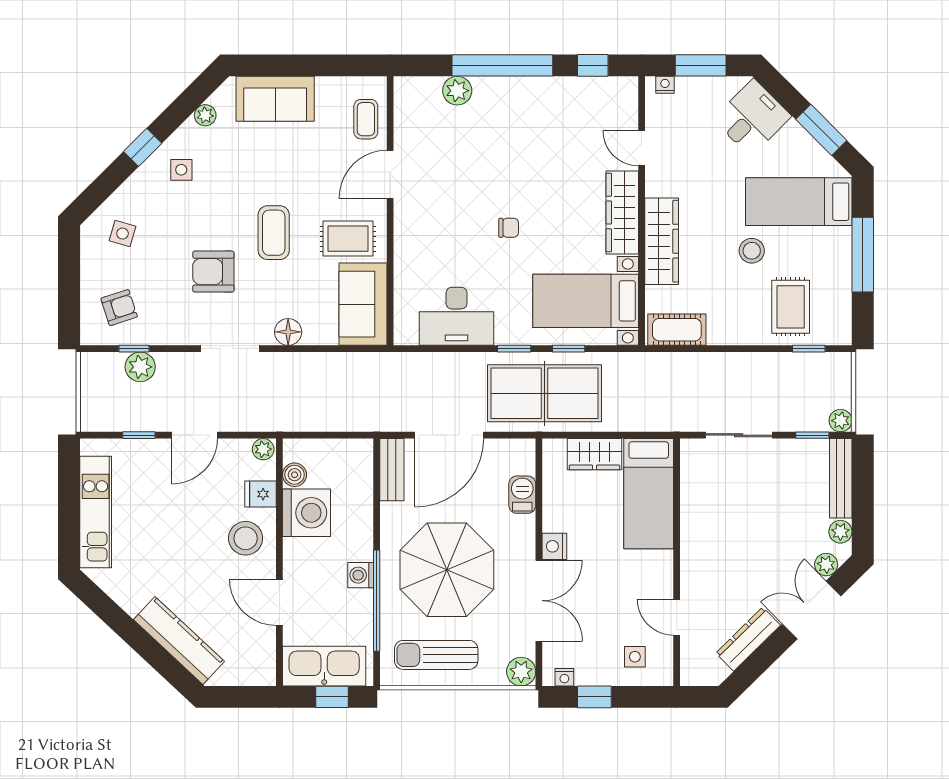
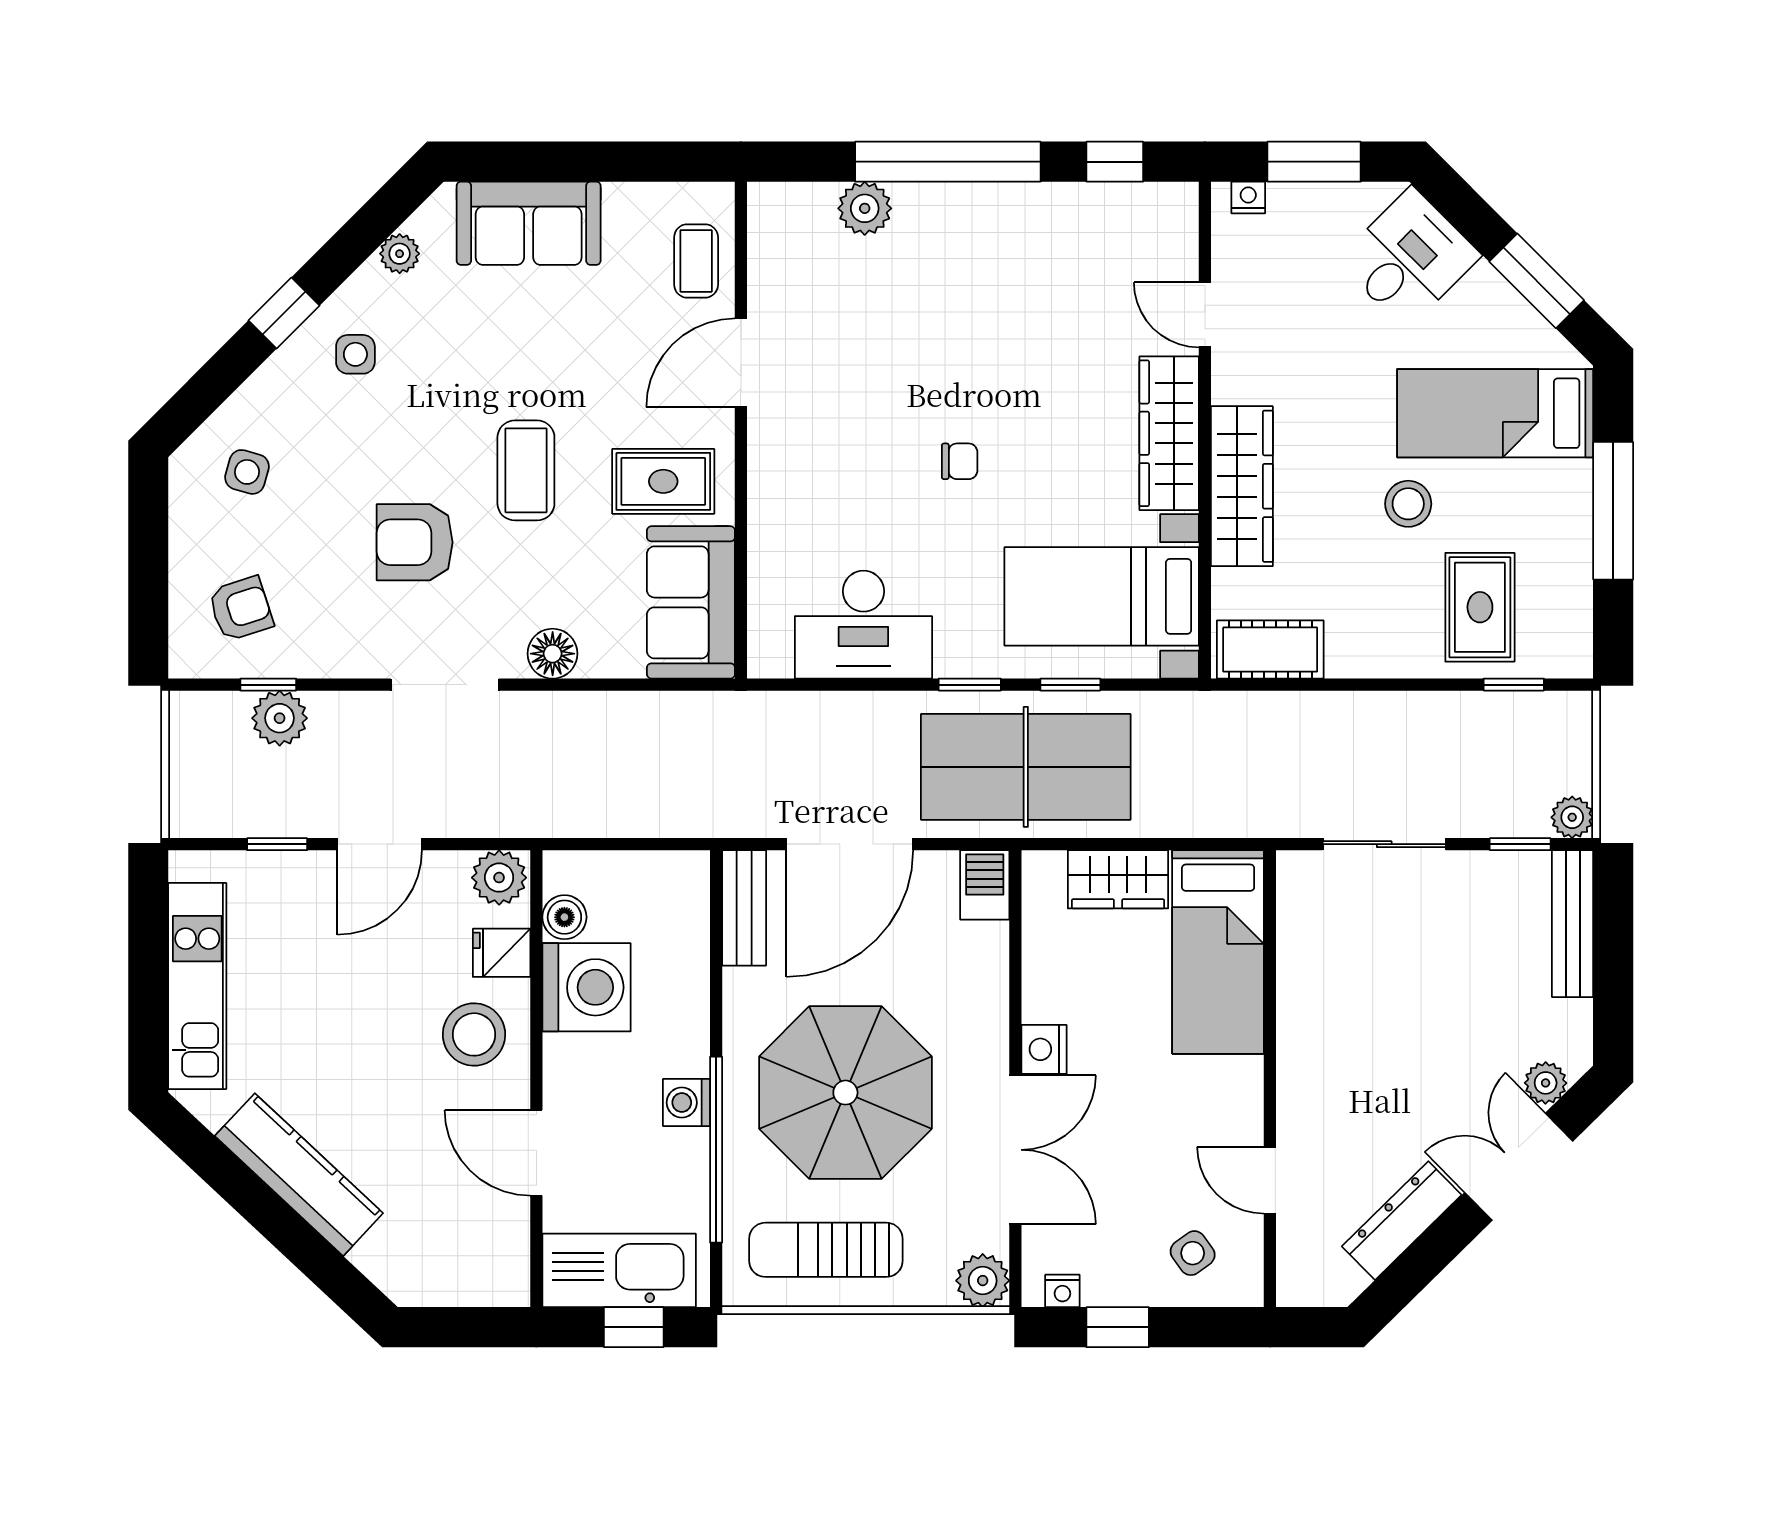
plant: (263, 449) -> (499, 878), width x1.38, depth x1.38
barbecue: (522, 495) -> (985, 885), moved
plant: (840, 532) -> (1572, 1022), removed
kitchen counter: (179, 641) -> (299, 1175), moved
side table: (635, 657) -> (1193, 1253), turned -36

